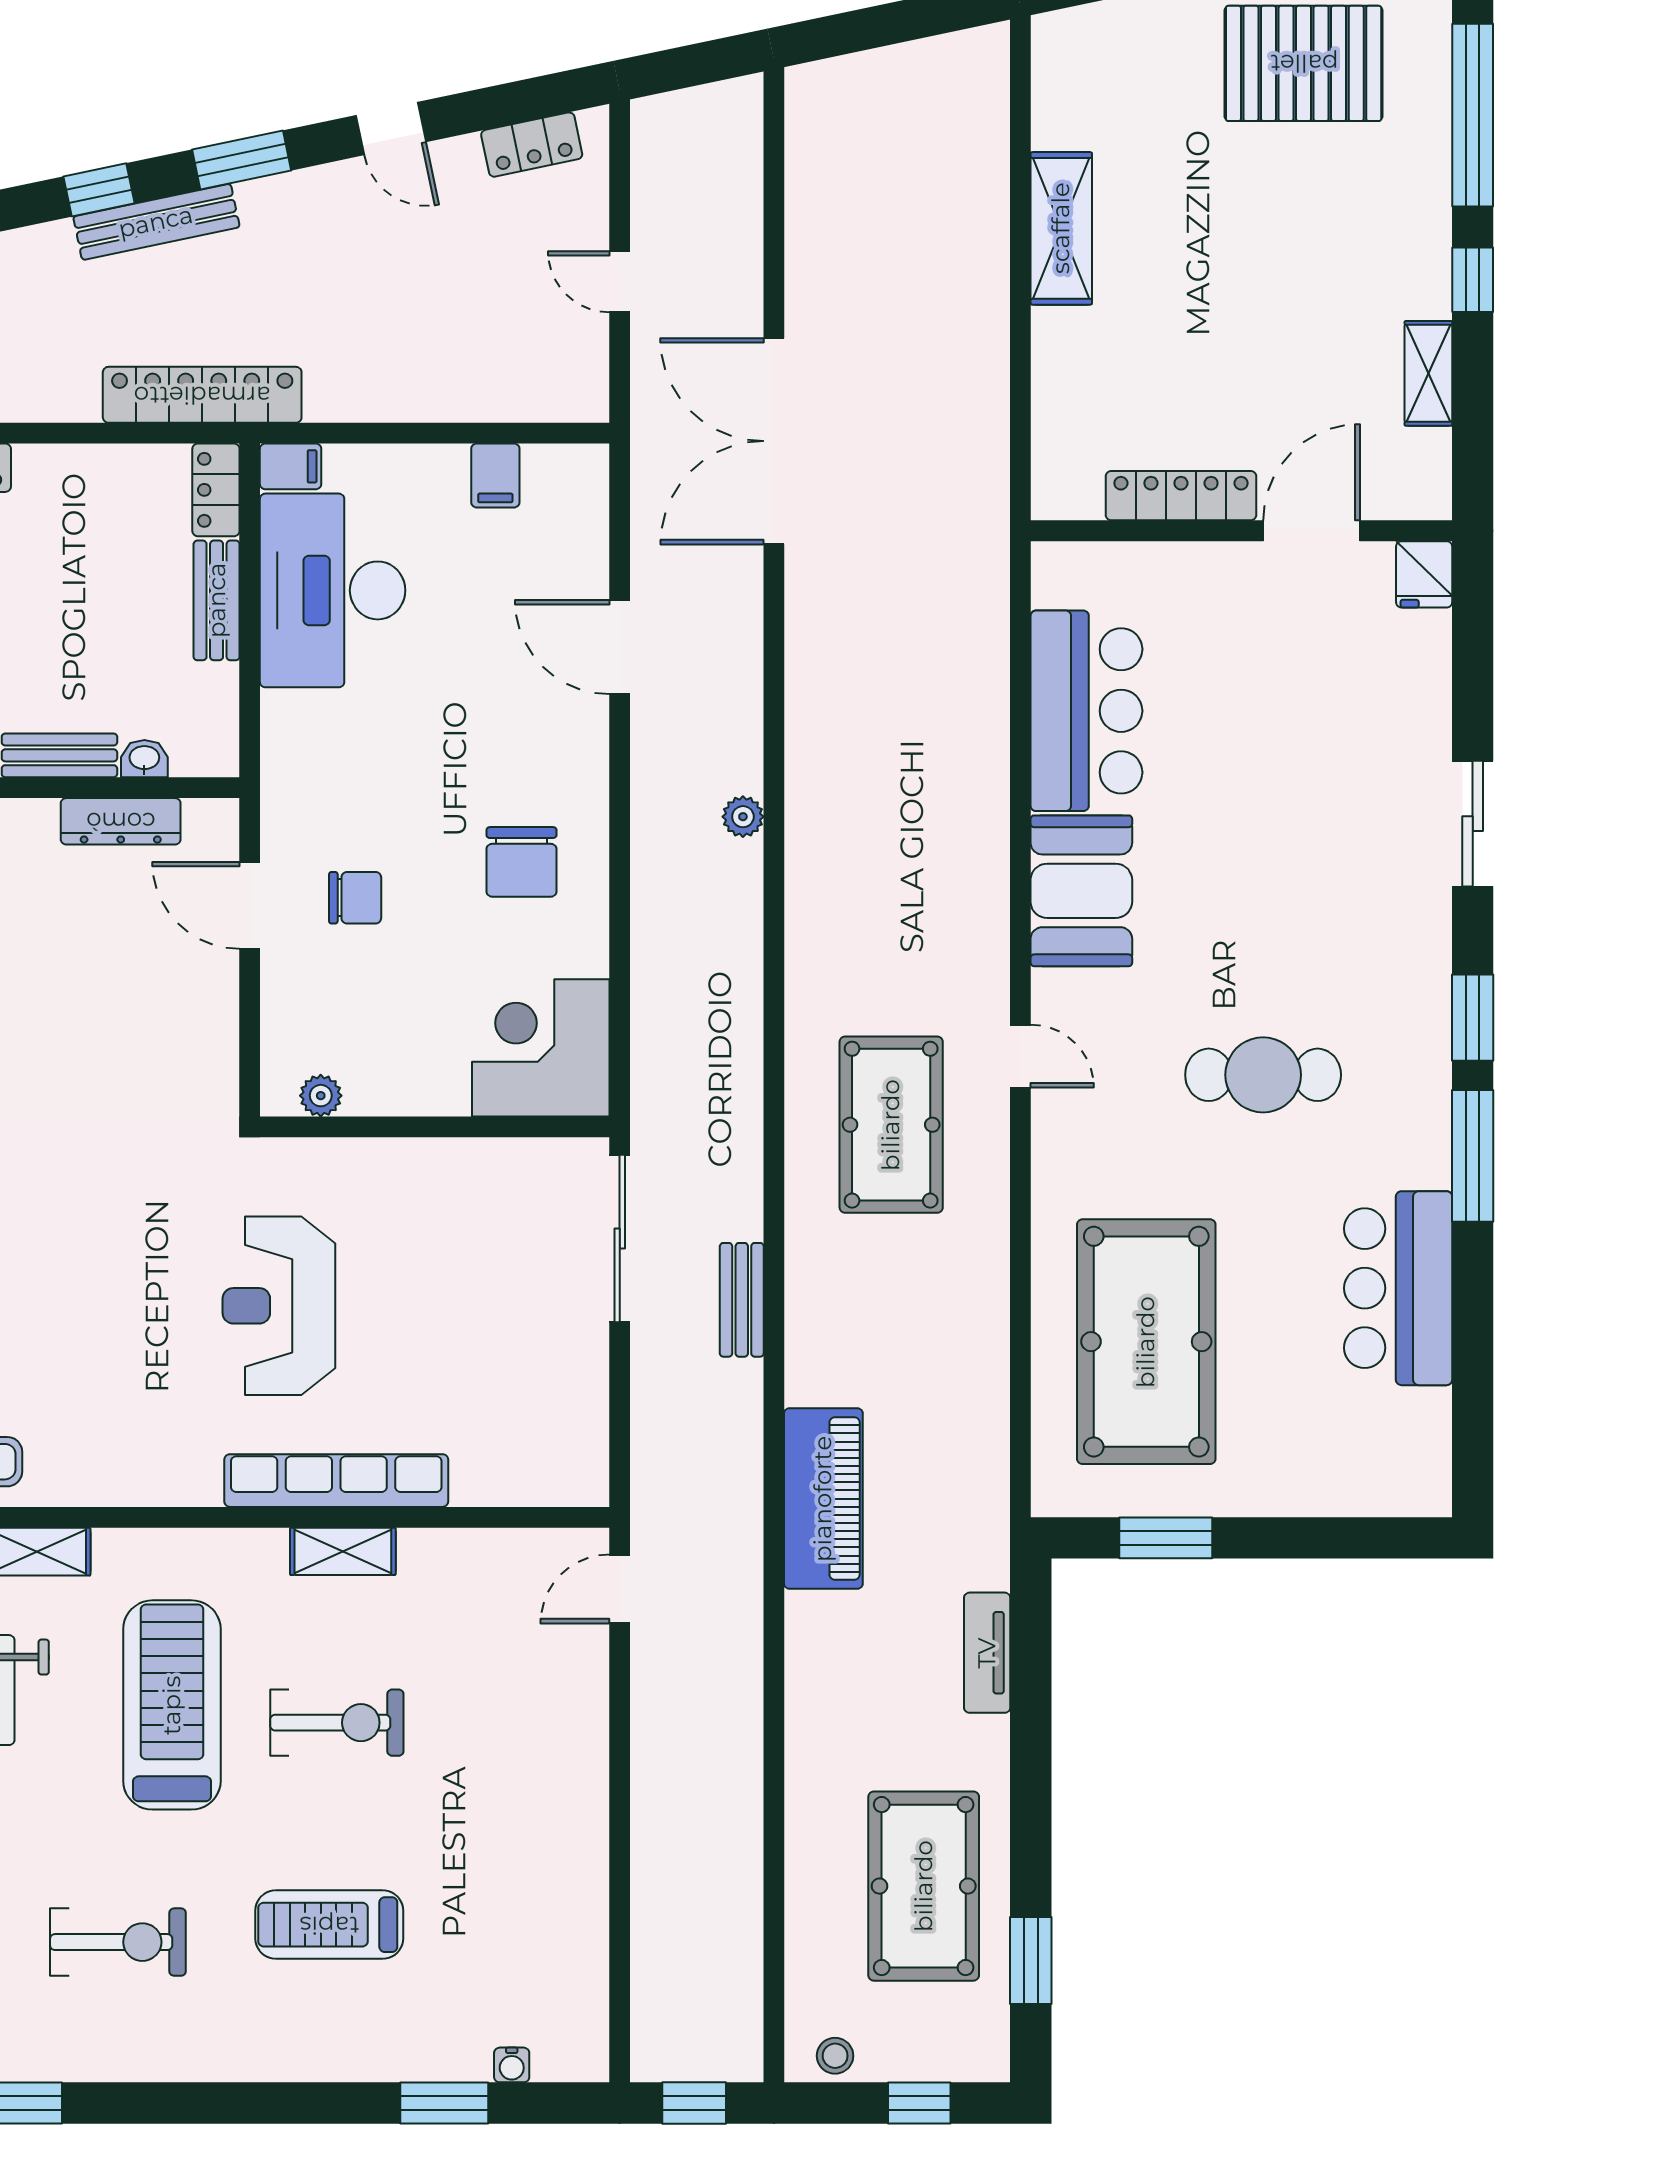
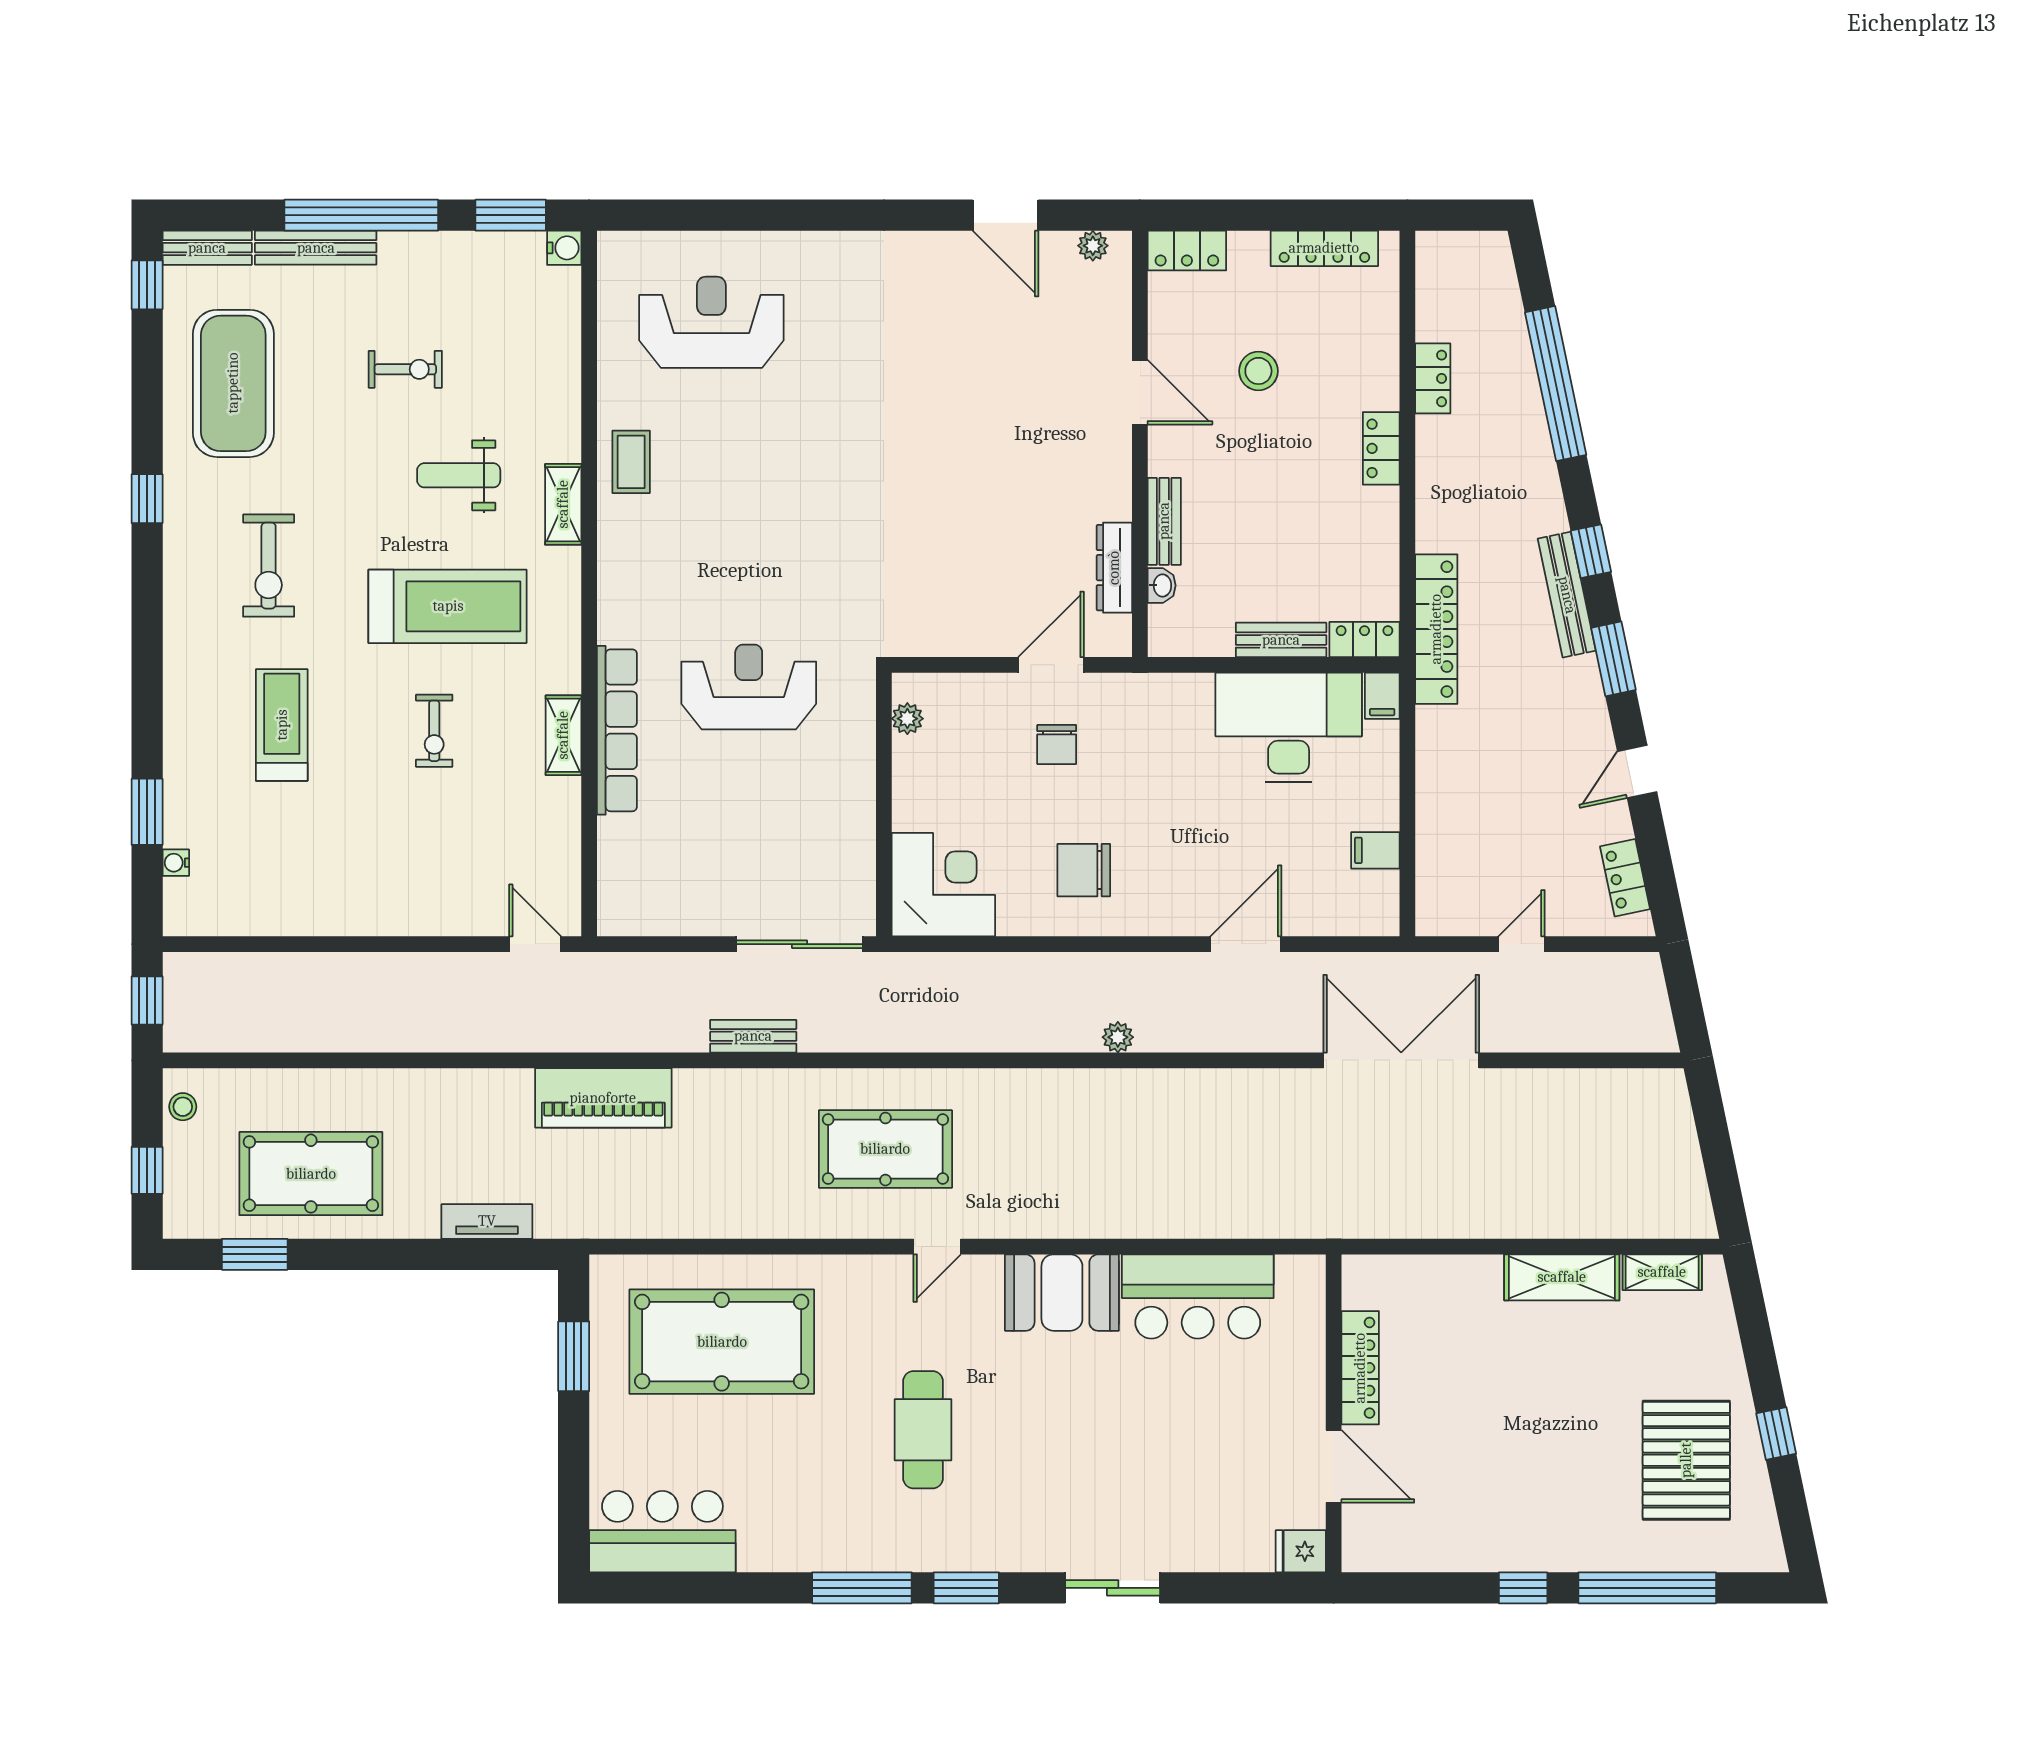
shelving: (1428, 373) -> (1662, 1272), moved
bar counter: (1398, 1288) -> (662, 1532), moved
exercise bike: (337, 1723) -> (434, 731), width x0.73, depth x0.72

